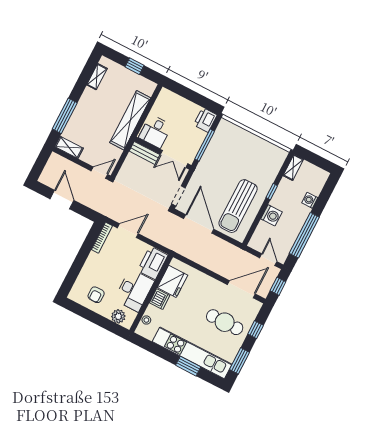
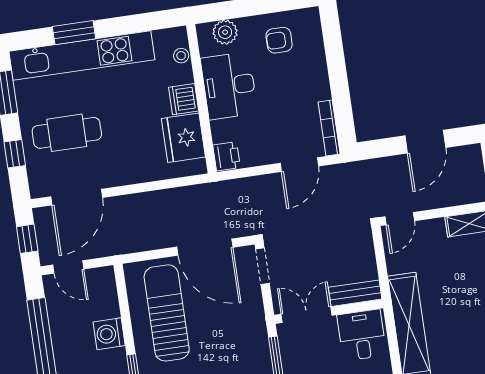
door: (62, 200) -> (425, 142), hinge flipped
printer: (153, 263) -> (227, 156), width x0.53, depth x0.68
armchair: (96, 295) -> (279, 40), turned -90

